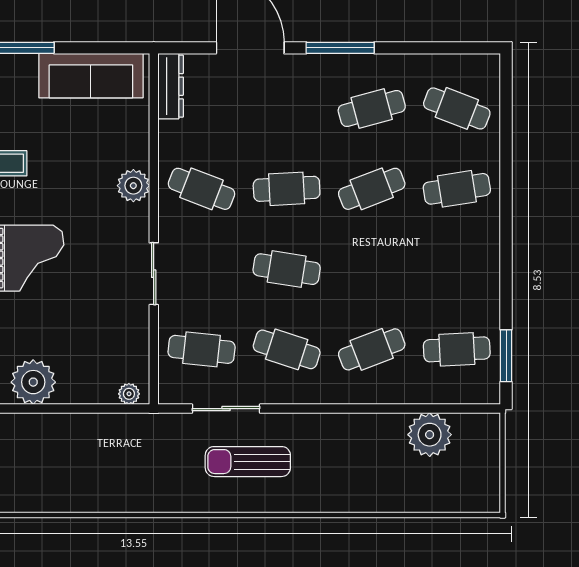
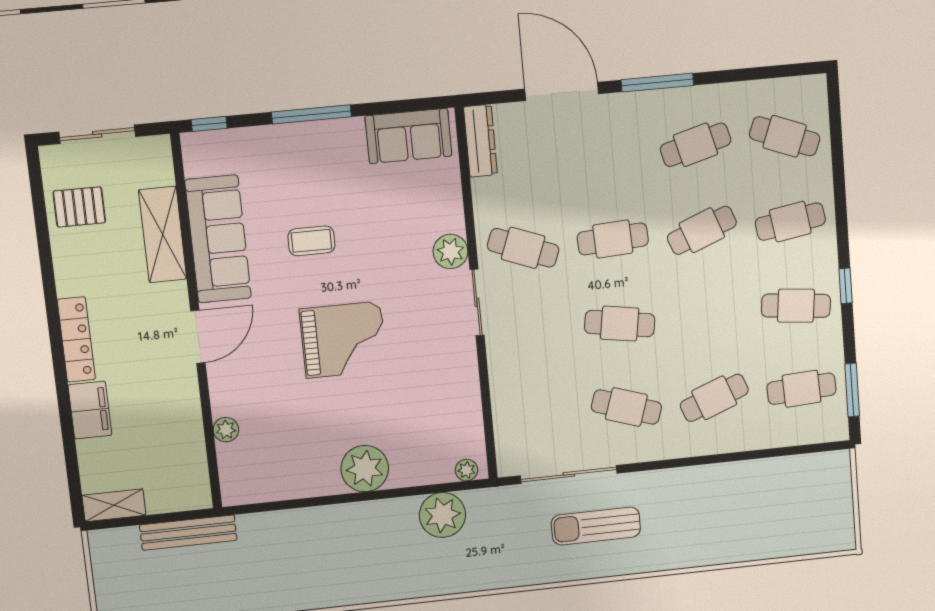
sofa: (91, 76) -> (409, 136), width x0.73
window: (506, 255) -> (846, 286), added
sliding door: (154, 274) -> (477, 302), moved
cafe table: (202, 349) -> (796, 306), moved
sliding door: (226, 409) -> (569, 474), width x1.37
plant: (430, 435) -> (442, 515), moved

